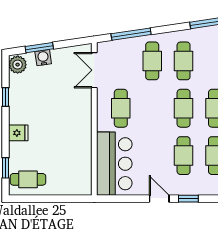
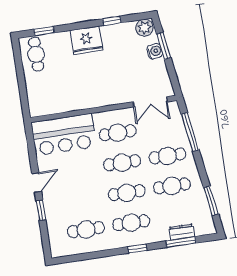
double door: (94, 70) -> (150, 102), swing flipped
fridge: (18, 133) -> (86, 40), width x1.88, depth x1.34
cafe table: (184, 156) -> (122, 163), moved

